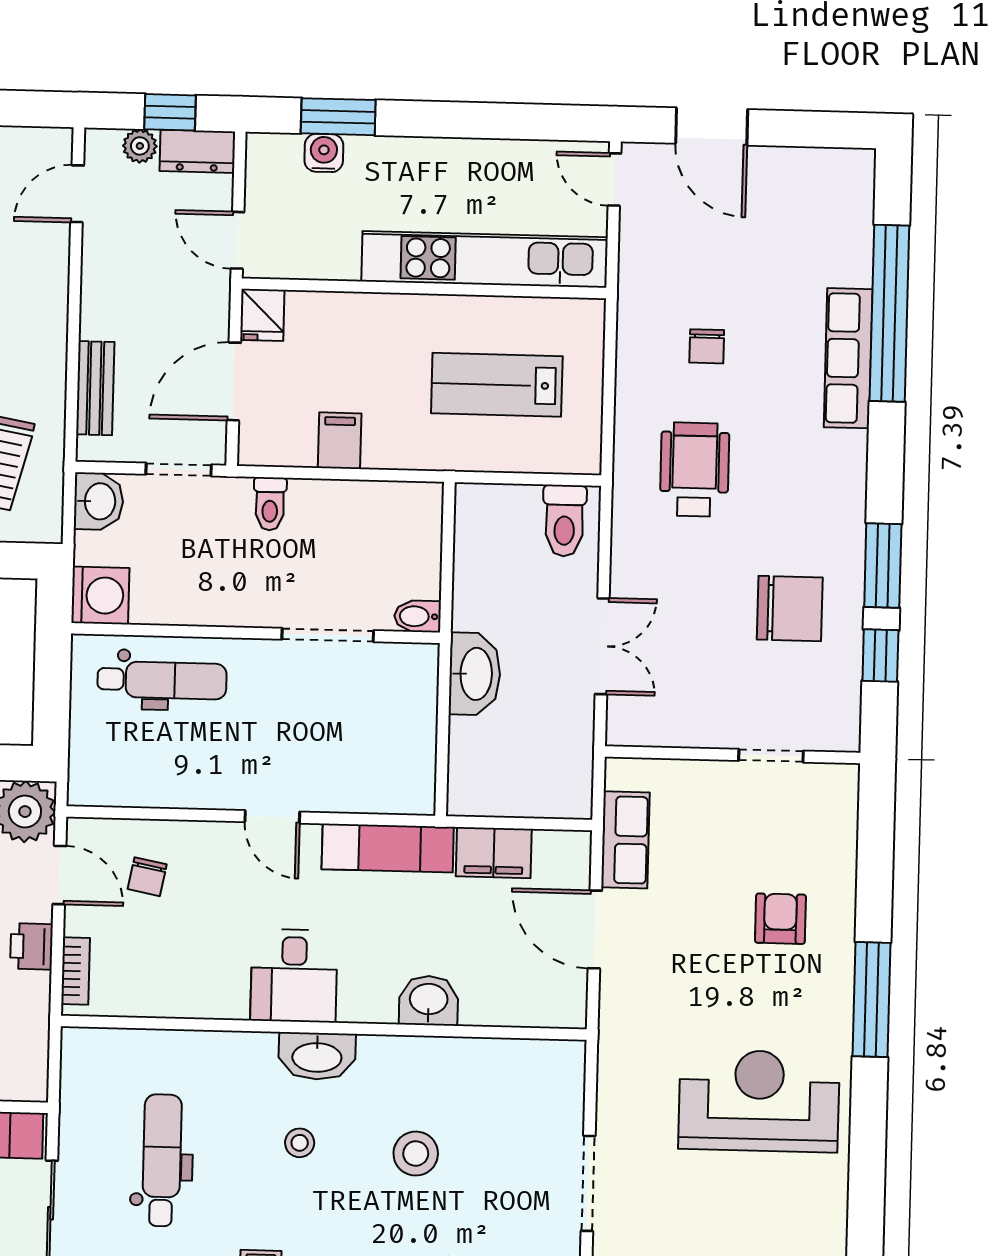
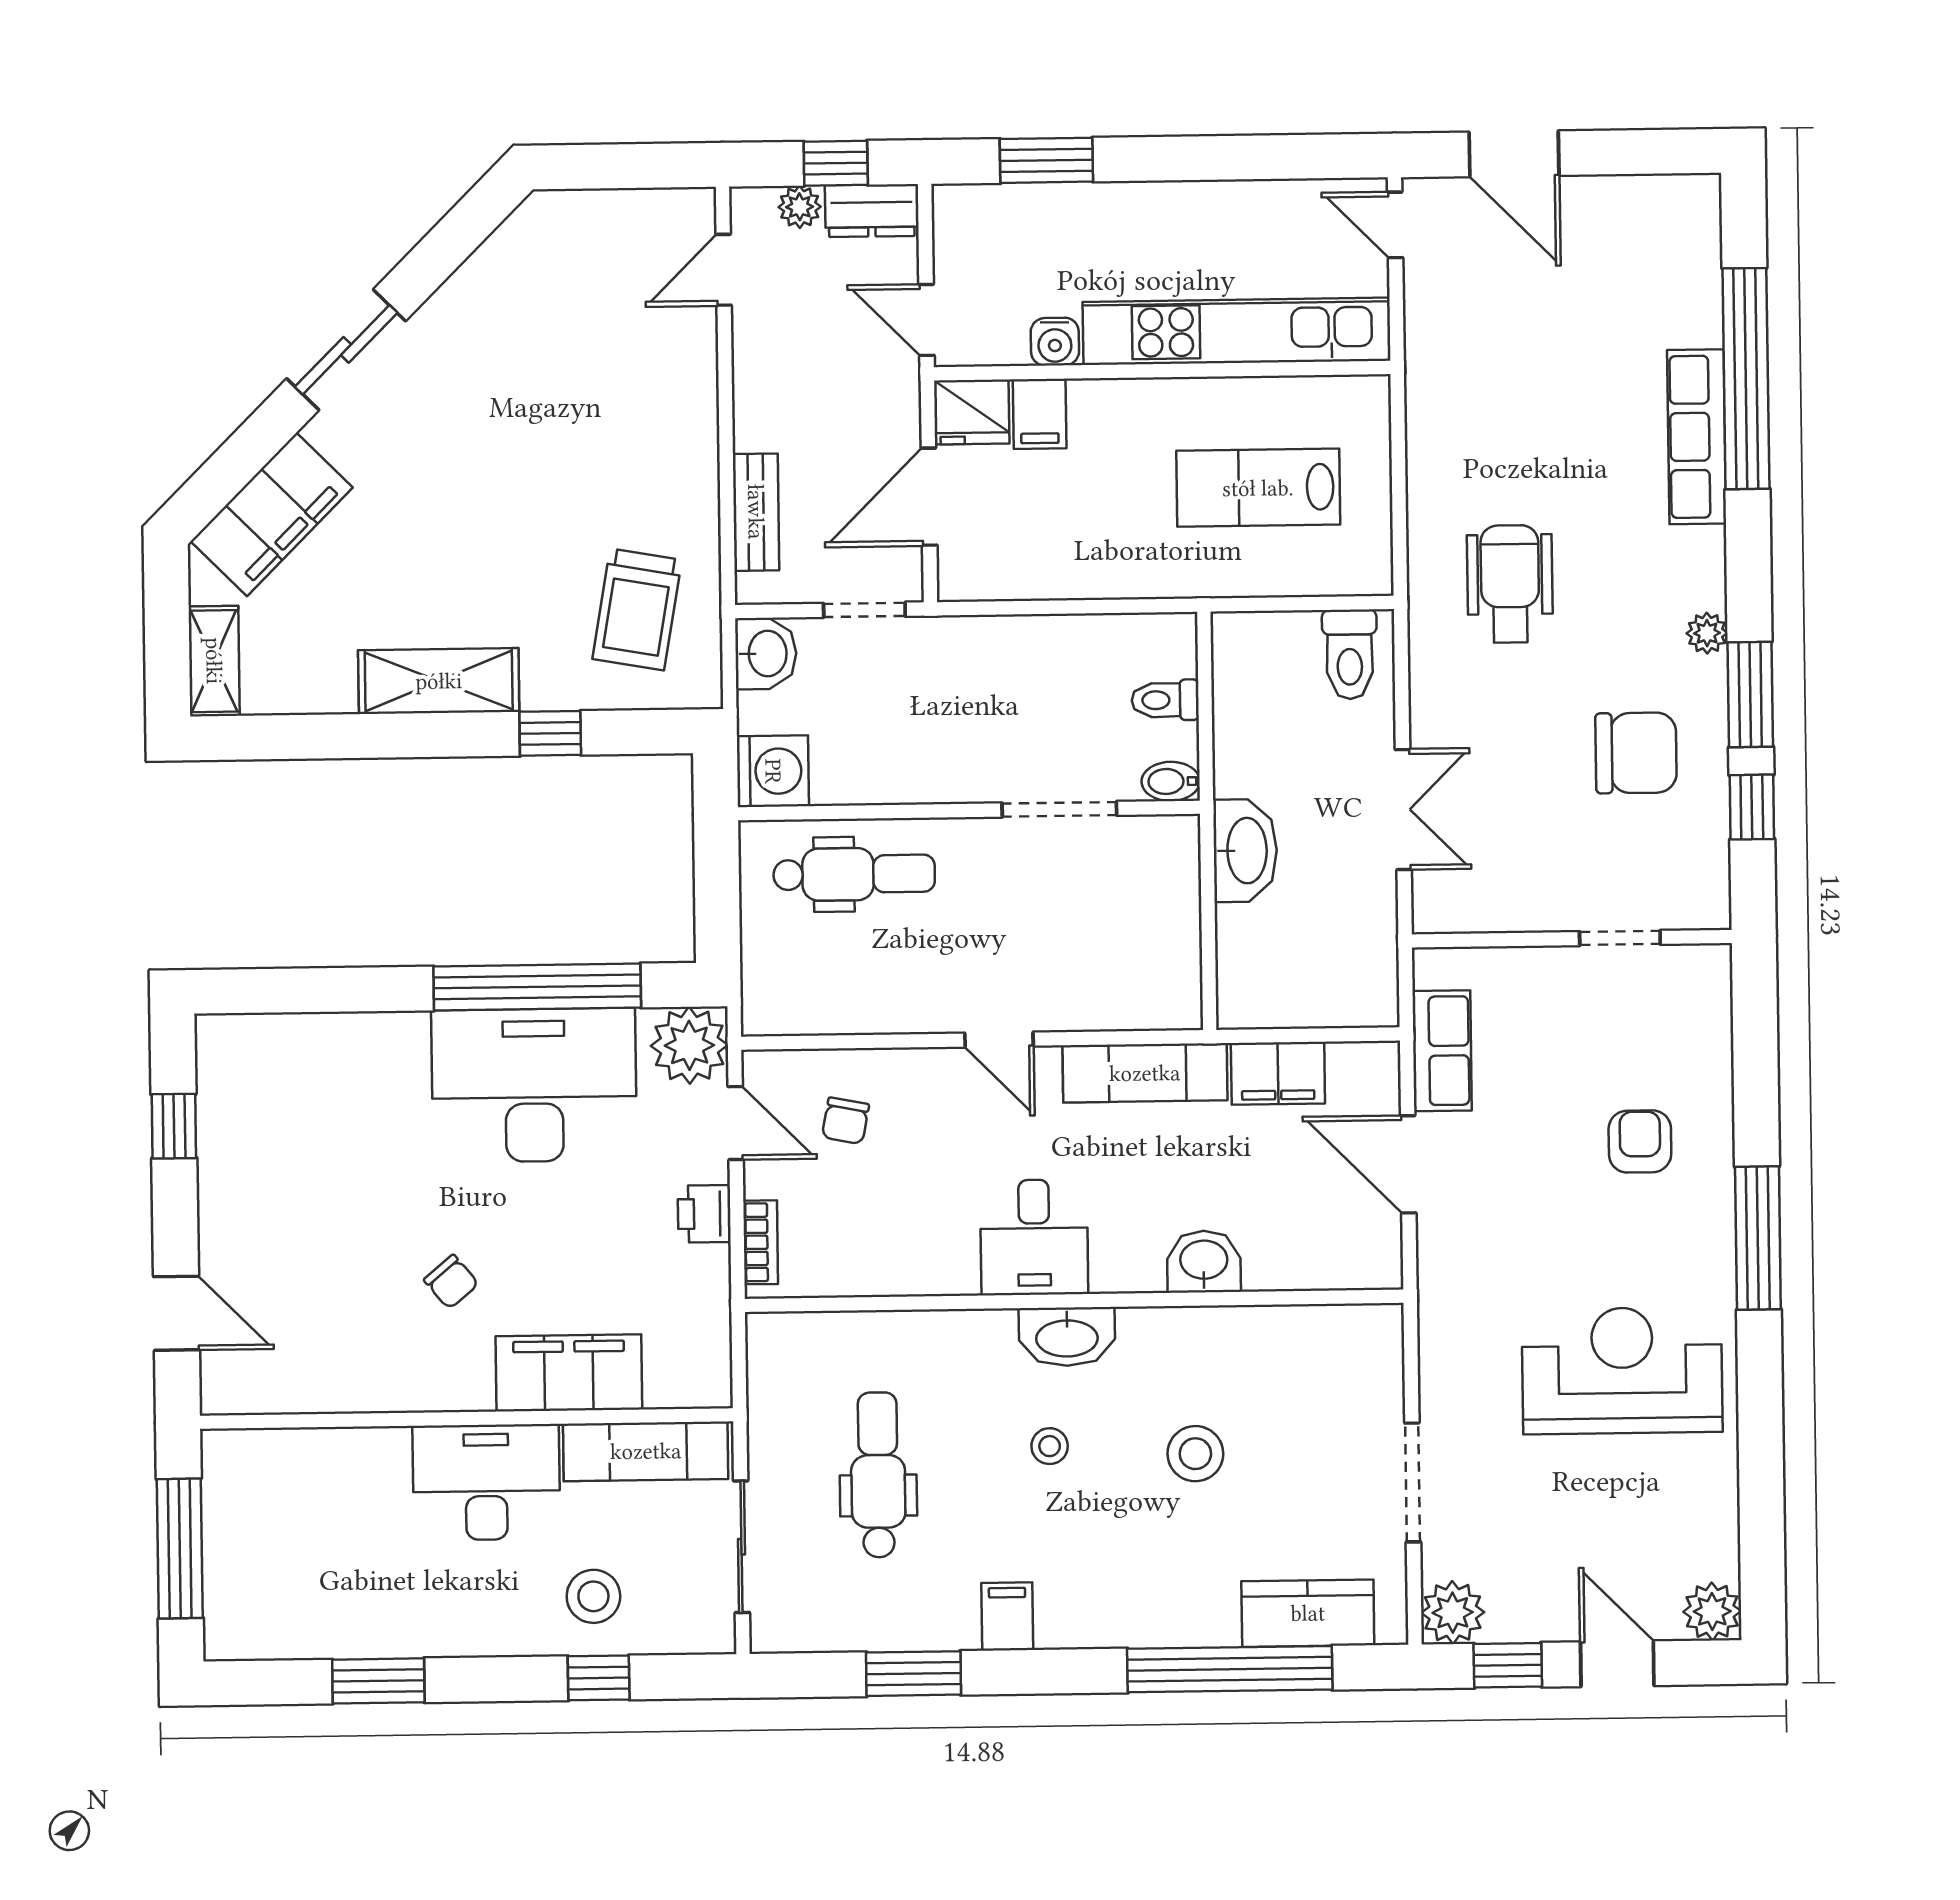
water cooler: (324, 153) -> (1055, 342), moved, turned 180
fridge: (262, 315) -> (972, 412), width x1.38
chair: (707, 346) -> (1519, 429), removed
filing cabinet: (340, 441) -> (1040, 414), moved, turned 180
toilet: (270, 504) -> (1165, 700), moved, turned 90
plant: (850, 515) -> (1707, 633), added

